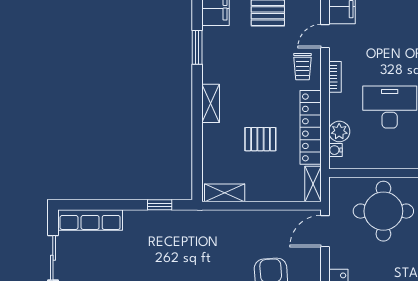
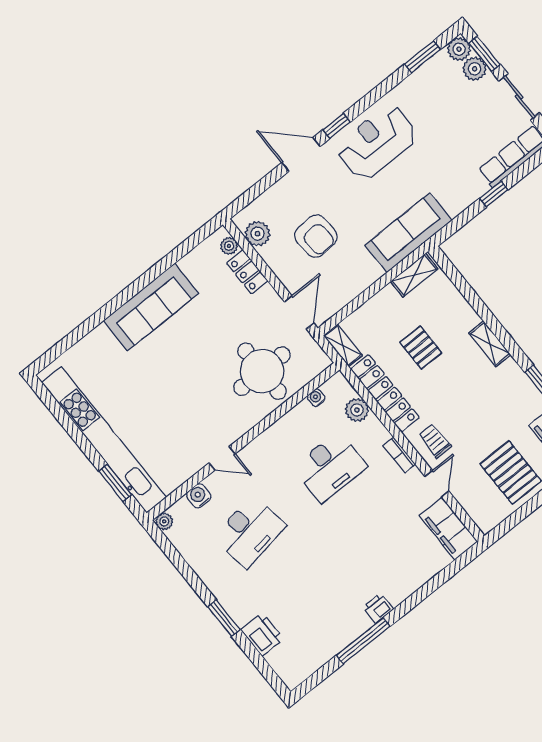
pallet: (260, 139) -> (421, 348), turned 90
water cooler: (335, 150) -> (316, 398), moved, turned -90
window: (160, 205) -> (494, 194), moved
sofa: (205, 225) -> (408, 233), added

